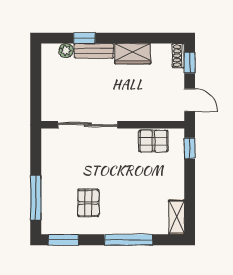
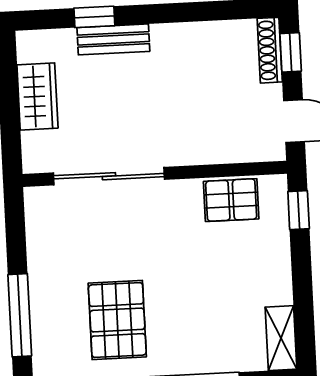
plant: (66, 51) -> (62, 42), removed
wardrobe: (133, 54) -> (37, 96), moved, turned -90
shoe rack: (178, 56) -> (270, 50), width x1.43
pallet: (88, 203) -> (117, 320), width x1.50, depth x1.42

